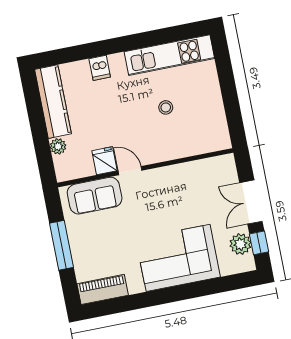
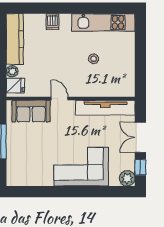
fridge: (105, 161) -> (15, 86), moved, turned 90
tv unit: (195, 171) -> (105, 108), added
plant: (240, 244) -> (127, 178), moved
piano: (103, 289) -> (24, 178), removed

